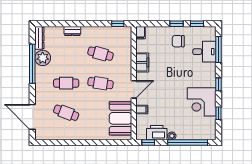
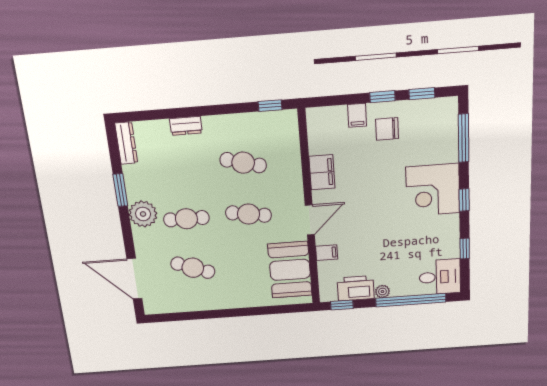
filing cabinet: (141, 33) -> (357, 115), moved
desk: (204, 52) -> (440, 277), moved
plant: (43, 58) -> (143, 214), moved
window: (32, 64) -> (120, 190), width x0.47
corner desk: (202, 102) -> (433, 190), moved

